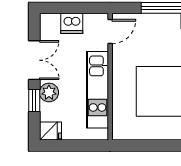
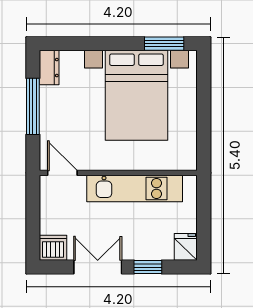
dishwasher: (72, 23) -> (53, 248), moved, turned -90
plant: (49, 92) -> (138, 249), removed

